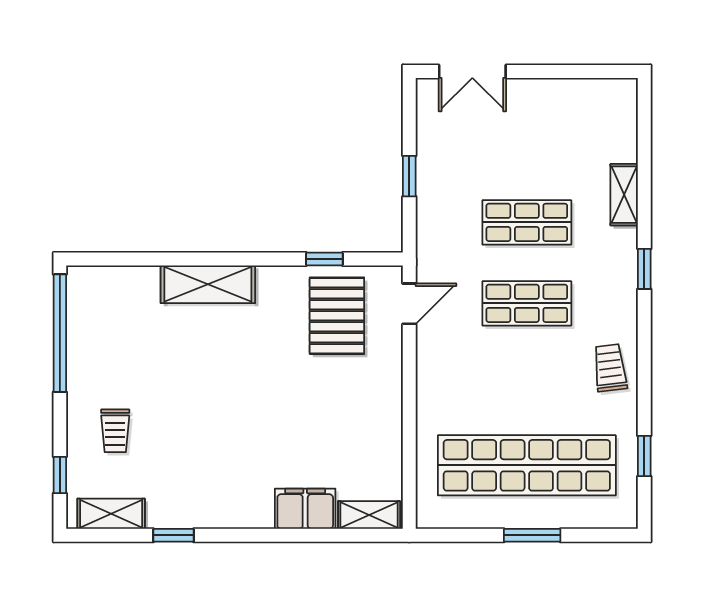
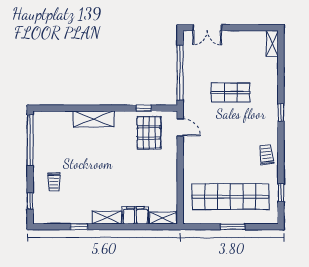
window: (409, 176) -> (180, 73), width x3.17
shelving: (624, 195) -> (272, 44), moved
shop shelf: (527, 303) -> (231, 127), removed
door: (409, 304) -> (180, 127), hinge flipped
shelving: (111, 514) -> (107, 217), moved

